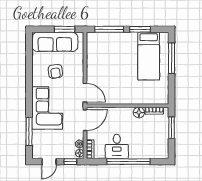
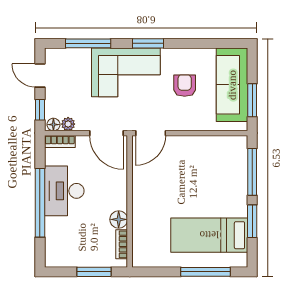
armchair: (55, 71) -> (185, 86), turned 96
window: (29, 94) -> (148, 43), added
desk: (117, 146) -> (64, 191), width x1.37

